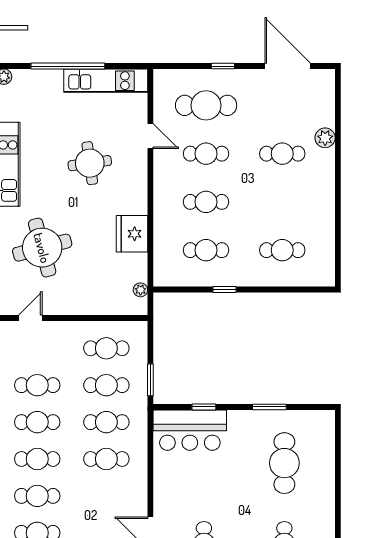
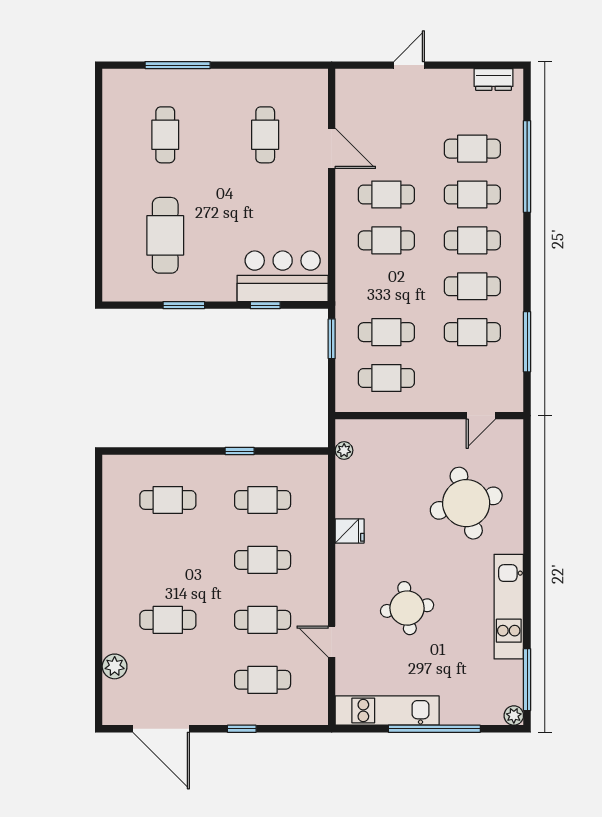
cafe table: (206, 105) -> (263, 680), width x0.73, depth x0.74
plant: (325, 138) -> (115, 666), moved
fridge: (132, 234) -> (350, 531), width x0.53, depth x0.75
cafe table: (106, 422) -> (386, 195), moved

